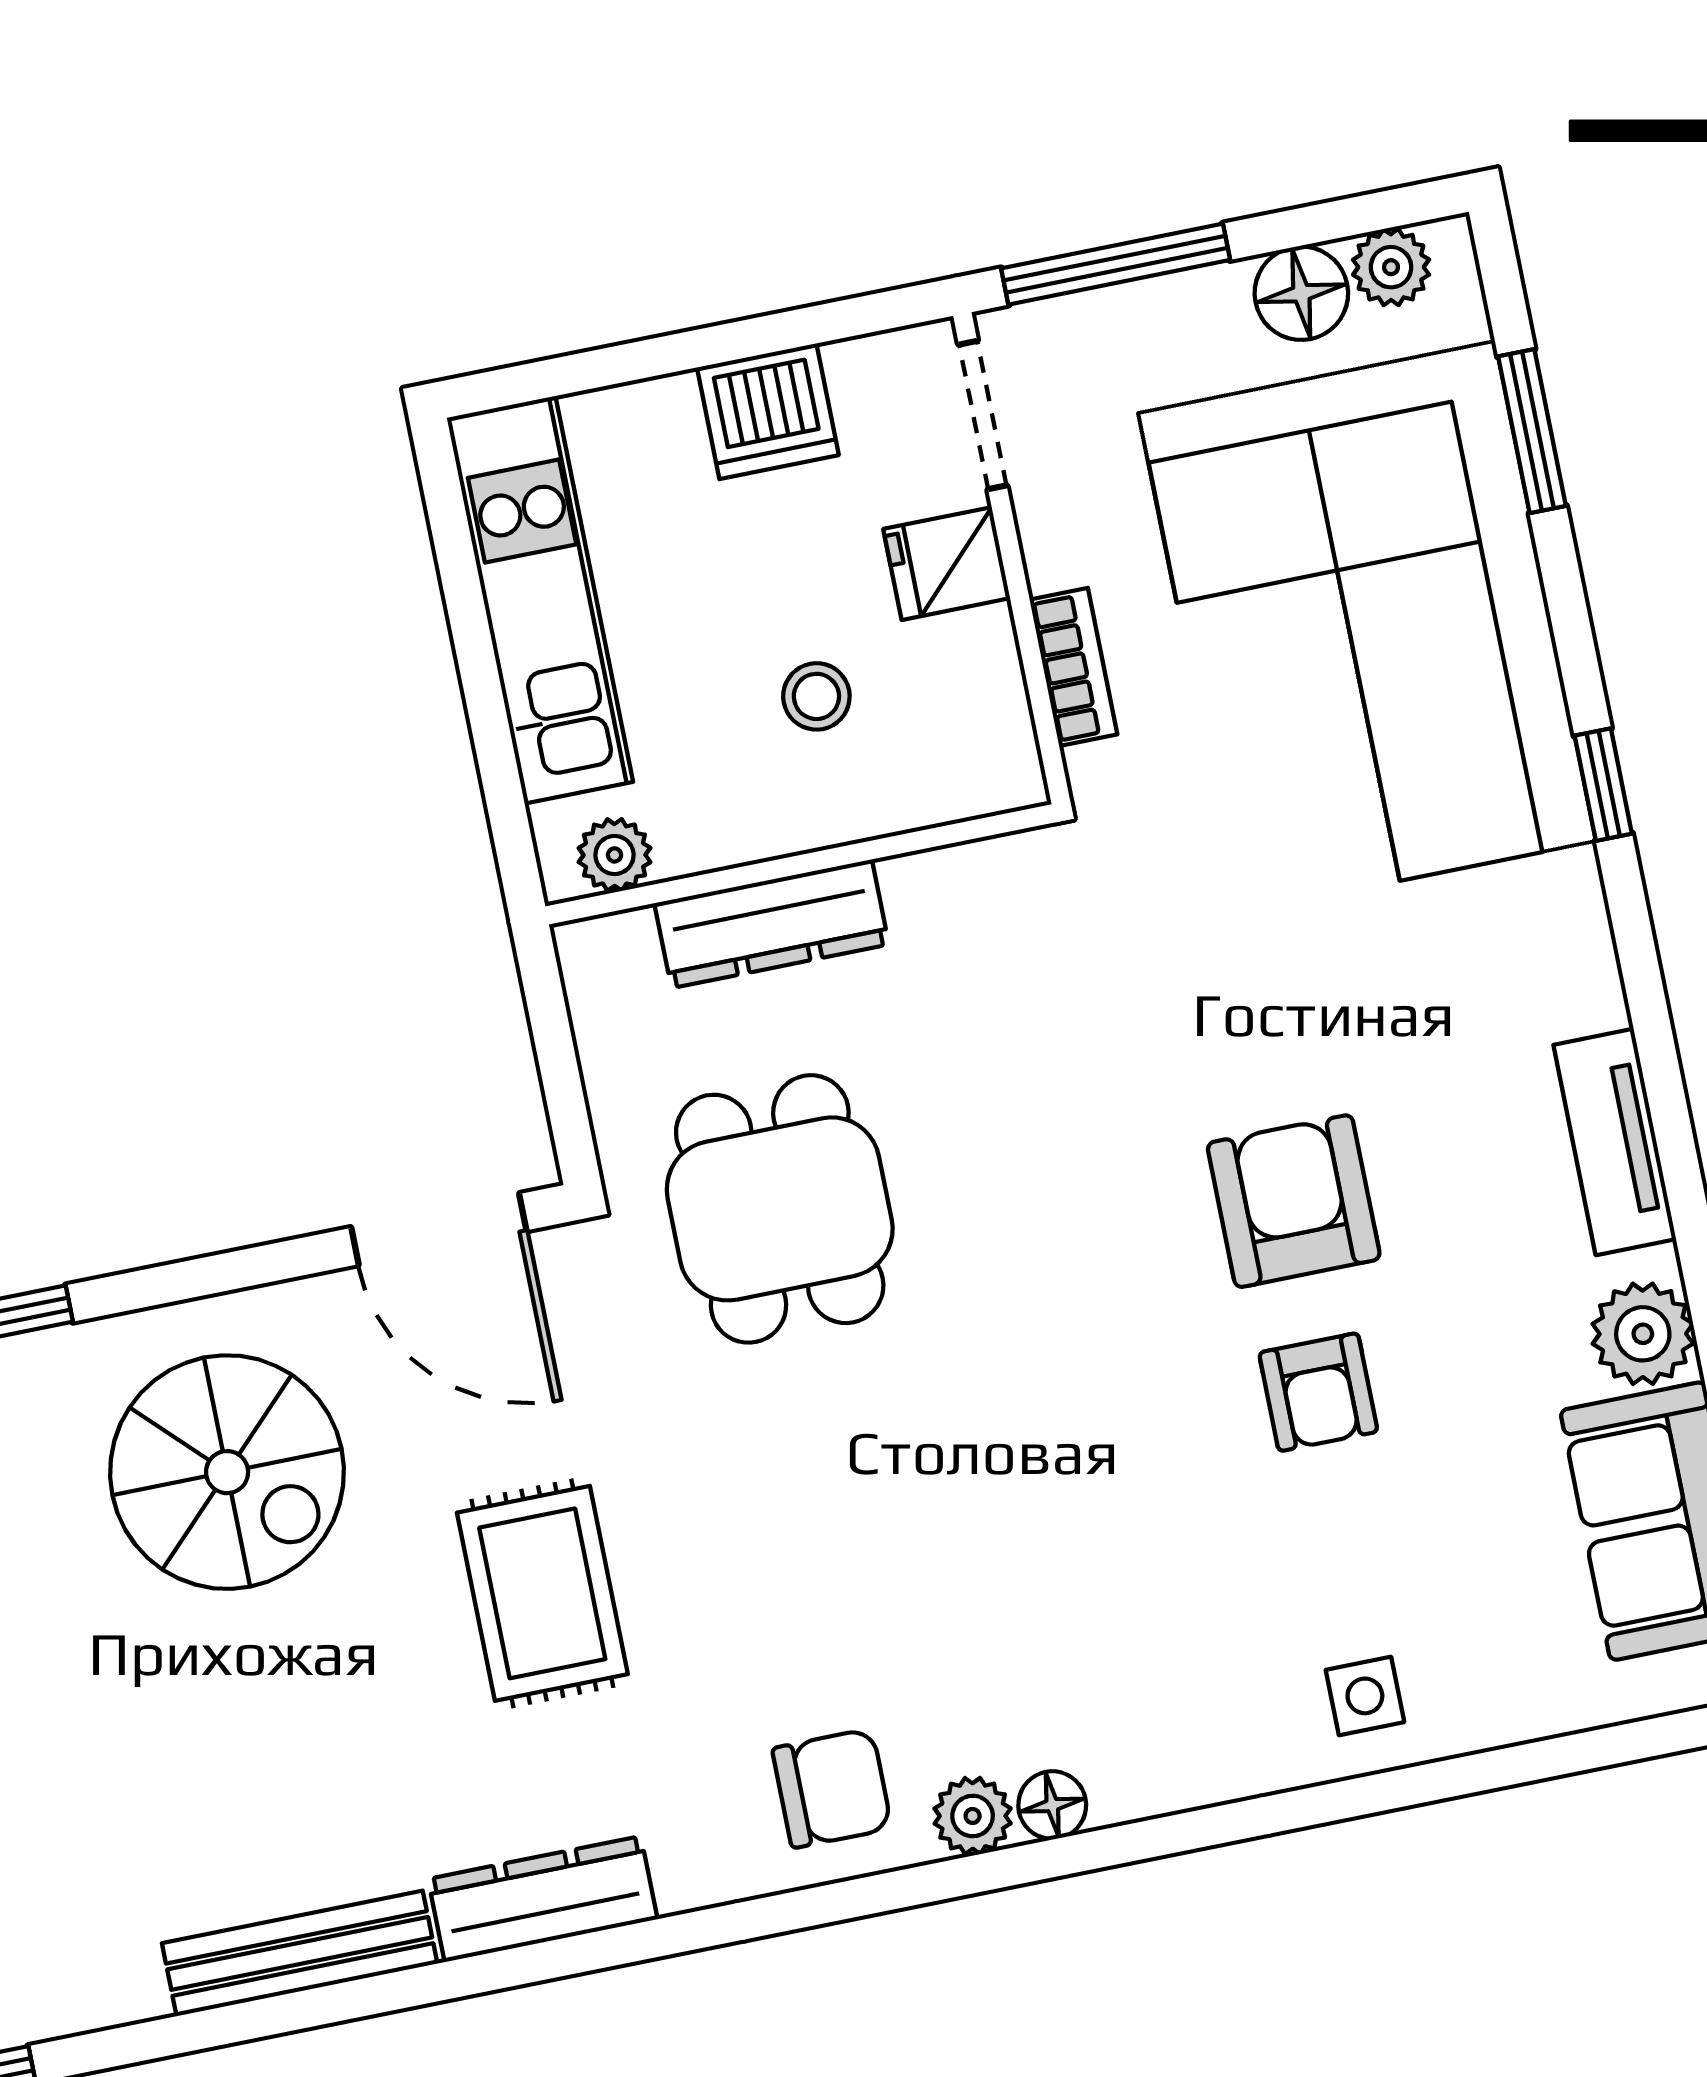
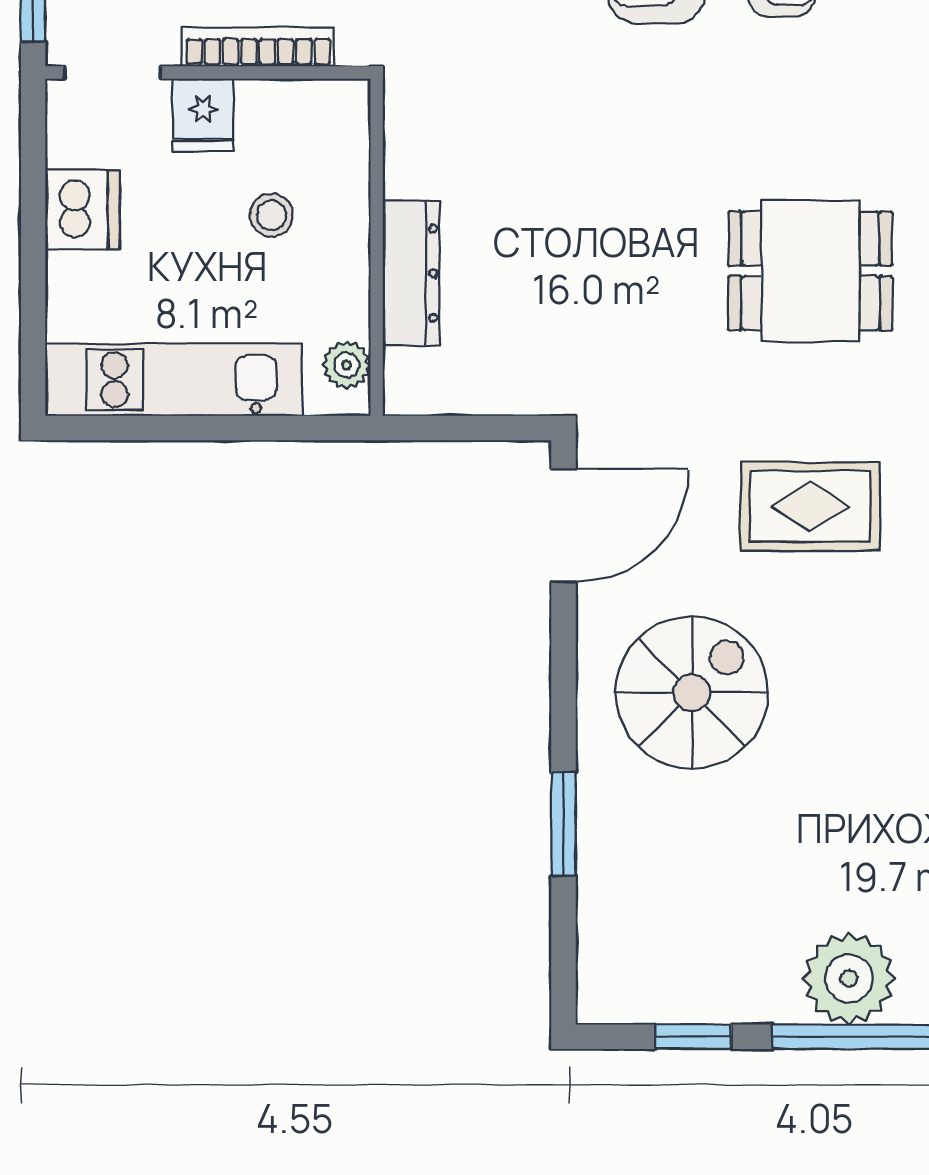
bookcase: (1073, 667) -> (258, 47), width x1.56
dining table: (780, 1209) -> (810, 271), moved

